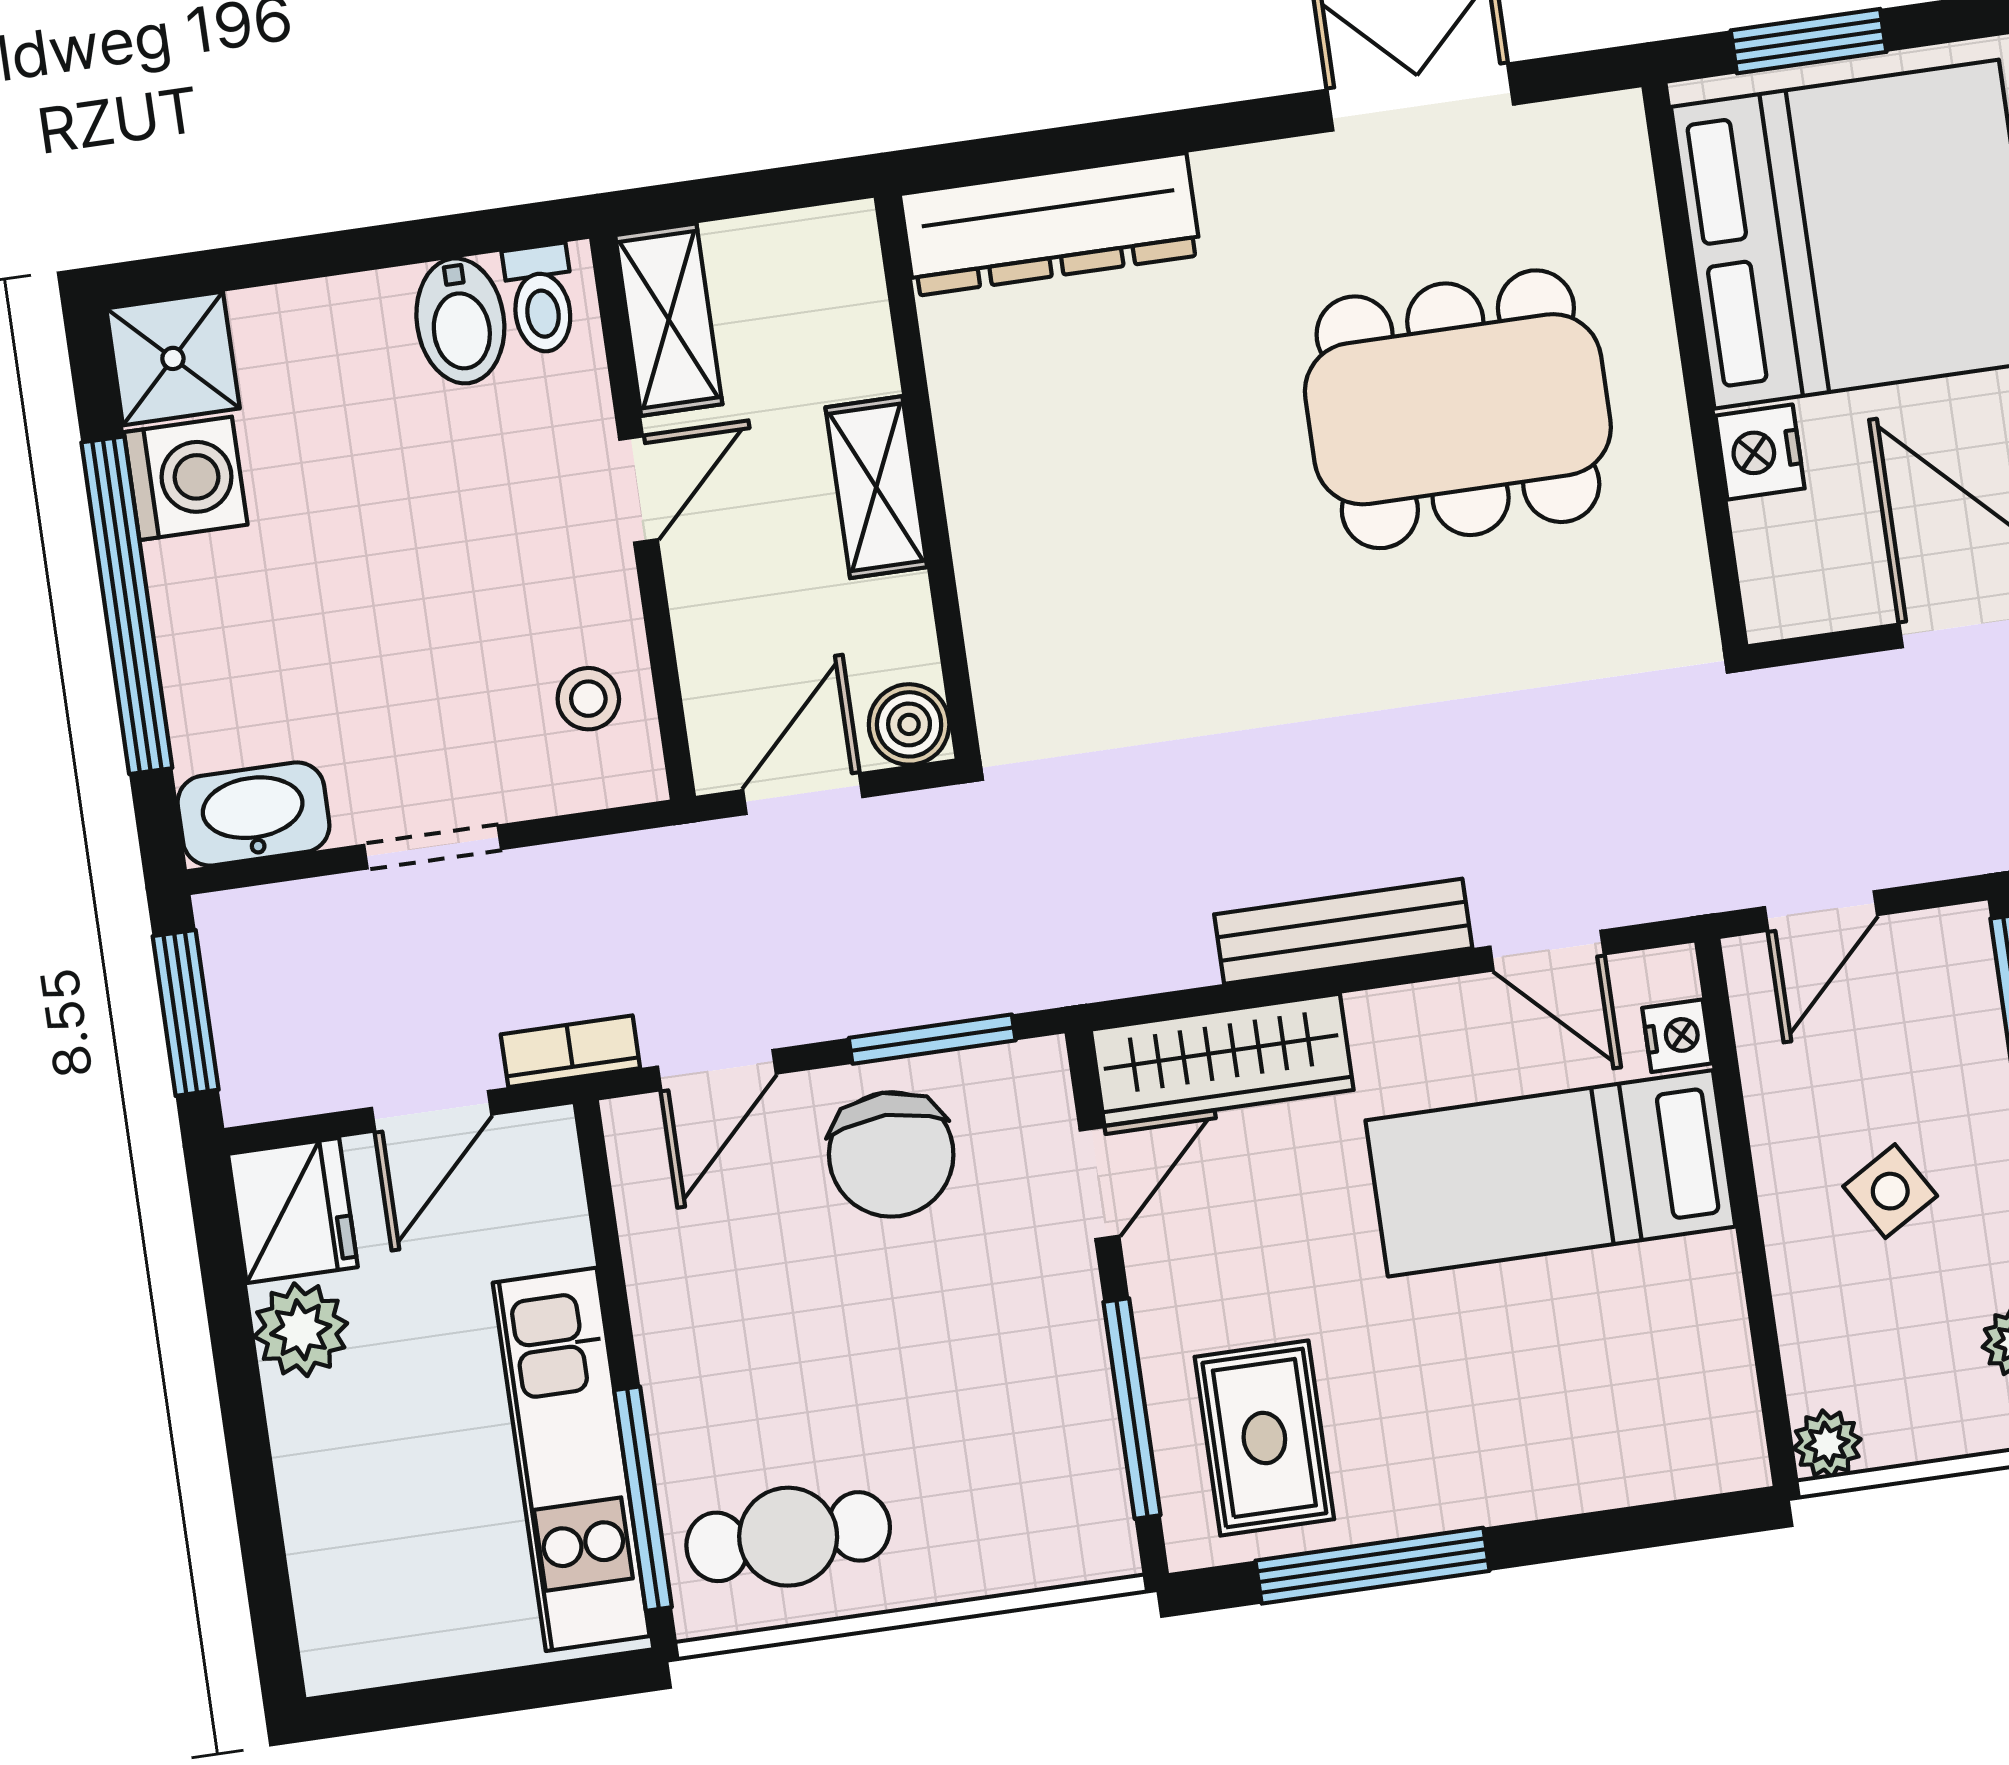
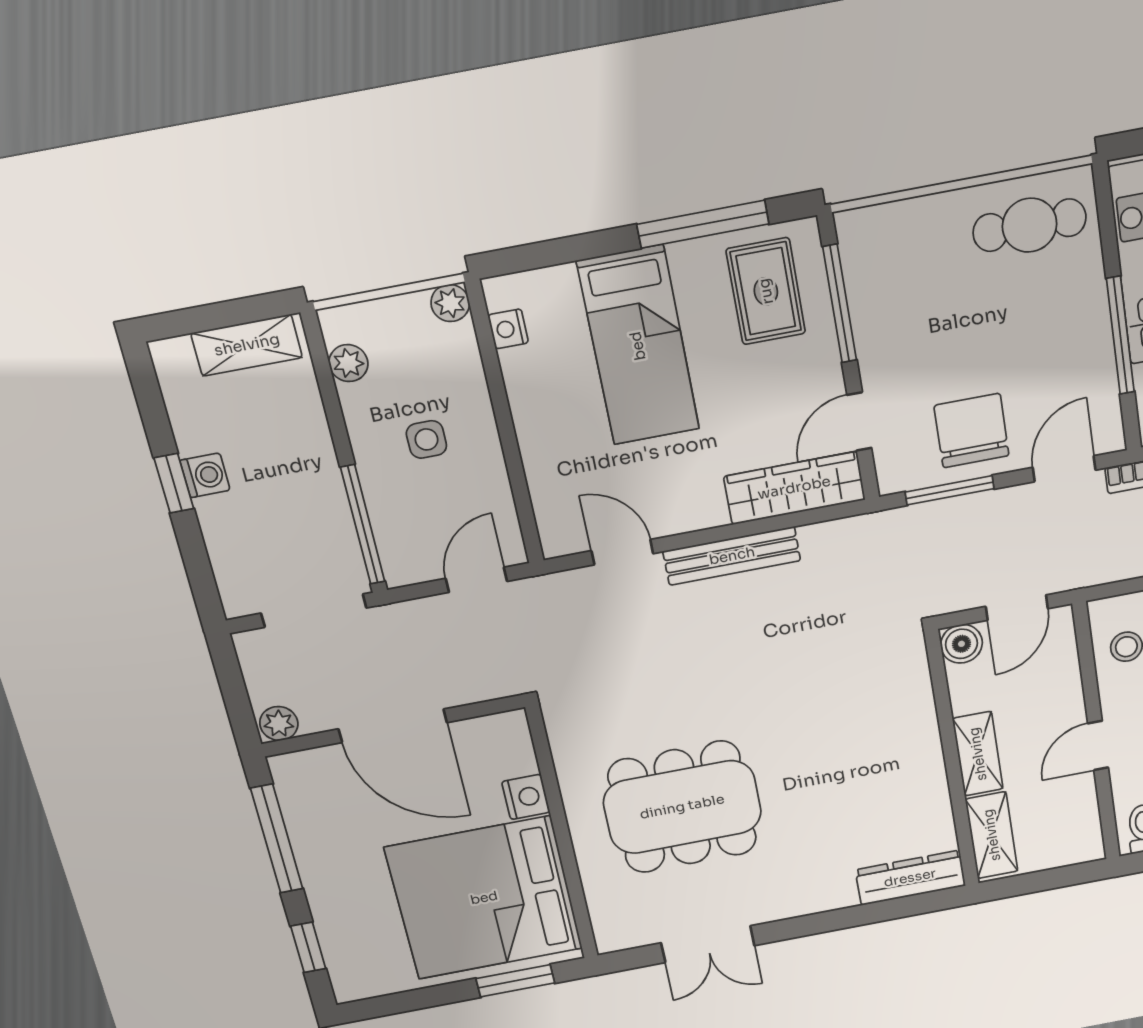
dresser: (1050, 225) -> (910, 878), width x0.73, depth x0.80
shelving: (669, 320) -> (992, 835), moved
nightstand: (1677, 1036) -> (508, 329), moved
bed: (1550, 1173) -> (638, 346), moved, turned 90
side table: (1890, 1191) -> (426, 439), turned 31
window: (643, 1499) -> (1120, 335), moved

